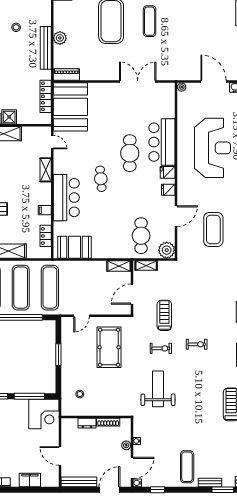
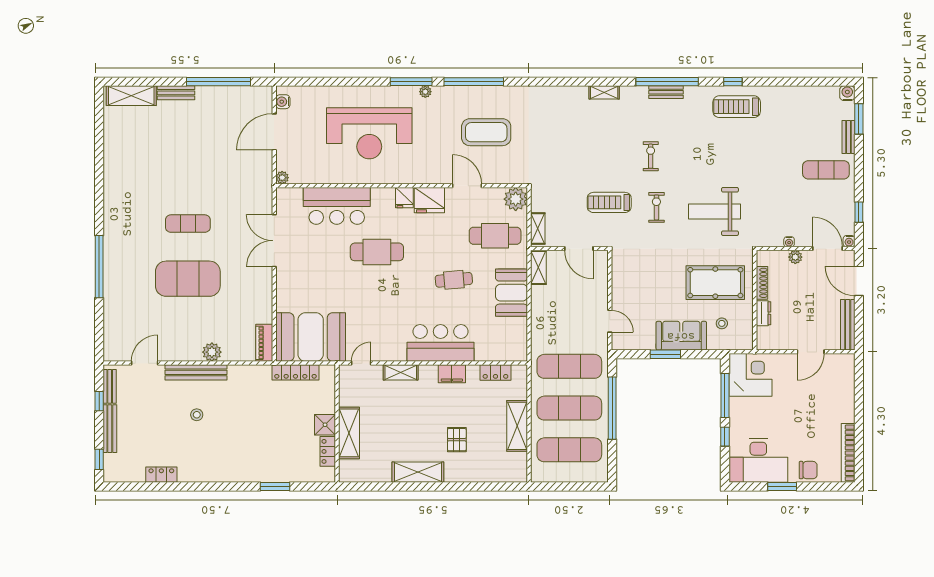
bench: (46, 48) -> (196, 372), moved
bar counter: (162, 142) -> (337, 206), moved
reception desk: (213, 148) -> (369, 133), turned 180
cafe table: (101, 179) -> (454, 280), moved
fridge: (168, 190) -> (429, 200), width x1.88, depth x1.34
filing cabinet: (45, 210) -> (452, 374), width x2.00
booth: (75, 247) -> (511, 293), moved
pool table: (109, 347) -> (715, 283), moved
sofa: (71, 366) -> (681, 336), added
filing cabinet: (30, 480) -> (845, 395), removed

